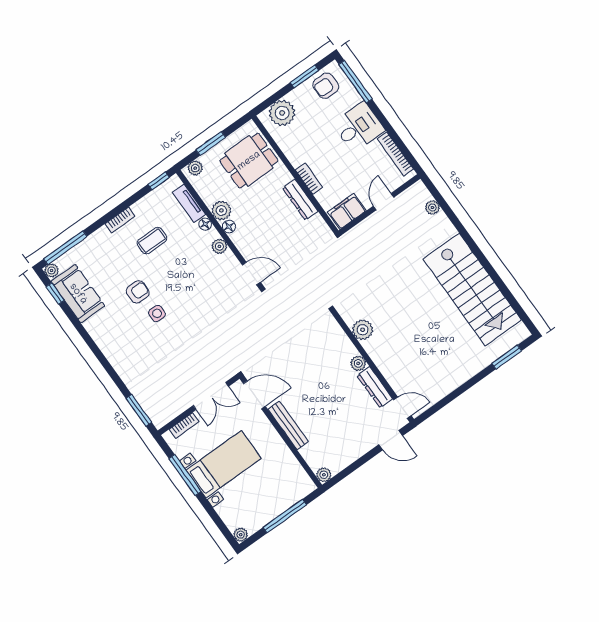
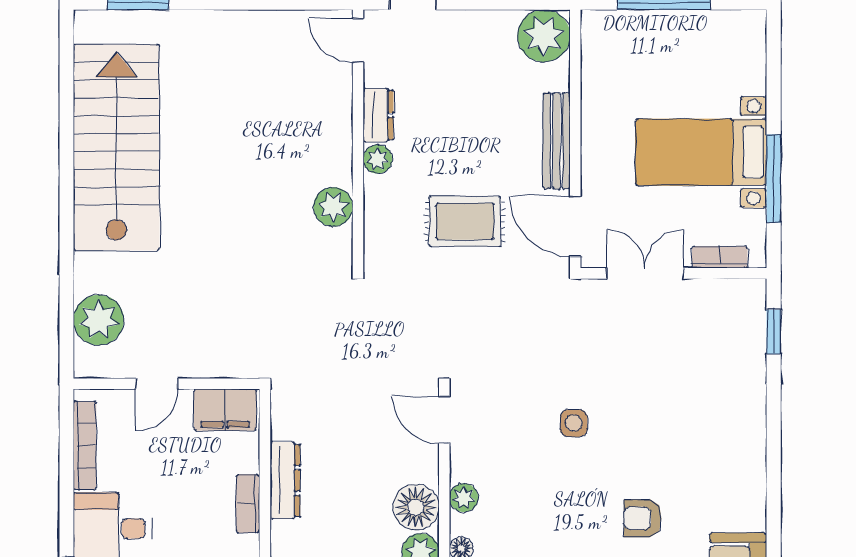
plant: (432, 207) -> (99, 320), width x1.87, depth x1.87
floor lamp: (229, 227) -> (416, 507), width x1.89, depth x1.89
side table: (157, 313) -> (574, 423), moved
rug: (303, 364) -> (465, 221), added
dresser: (375, 387) -> (378, 115), width x0.70
window: (139, 410) -> (774, 332), width x0.67
plant: (324, 475) -> (544, 36), width x1.88, depth x1.88
plant: (241, 535) -> (753, 23), removed

